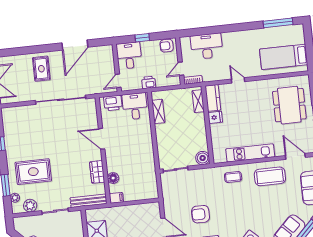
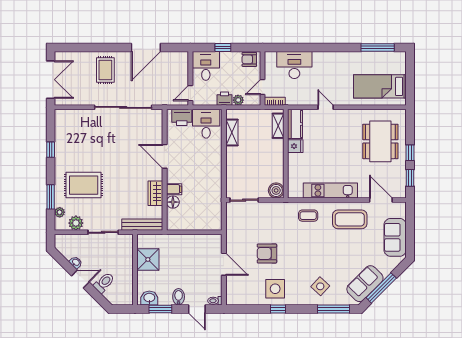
plant: (161, 82) -> (238, 100), added
filing cabinet: (116, 198) -> (174, 189), moved

